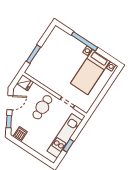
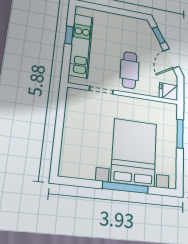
bed with nightstands: (90, 72) -> (134, 152), moved, width x1.36
dishwasher: (20, 134) -> (137, 26), removed

